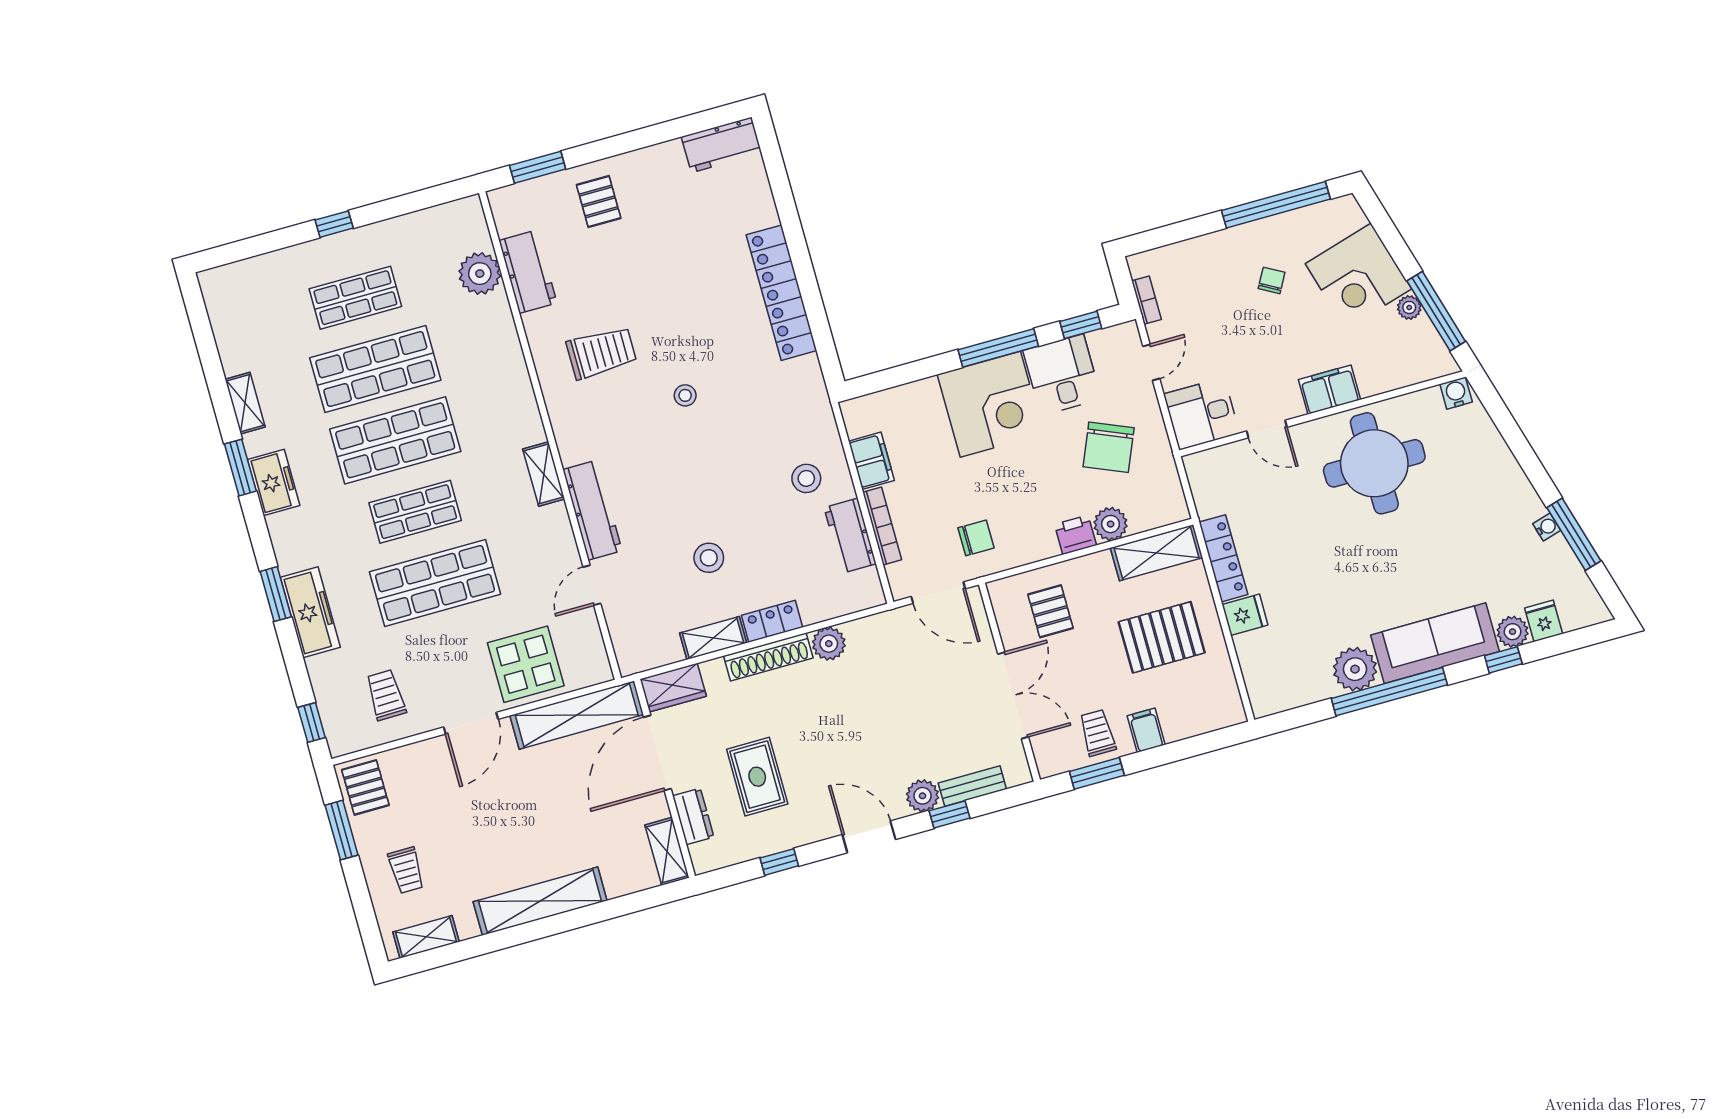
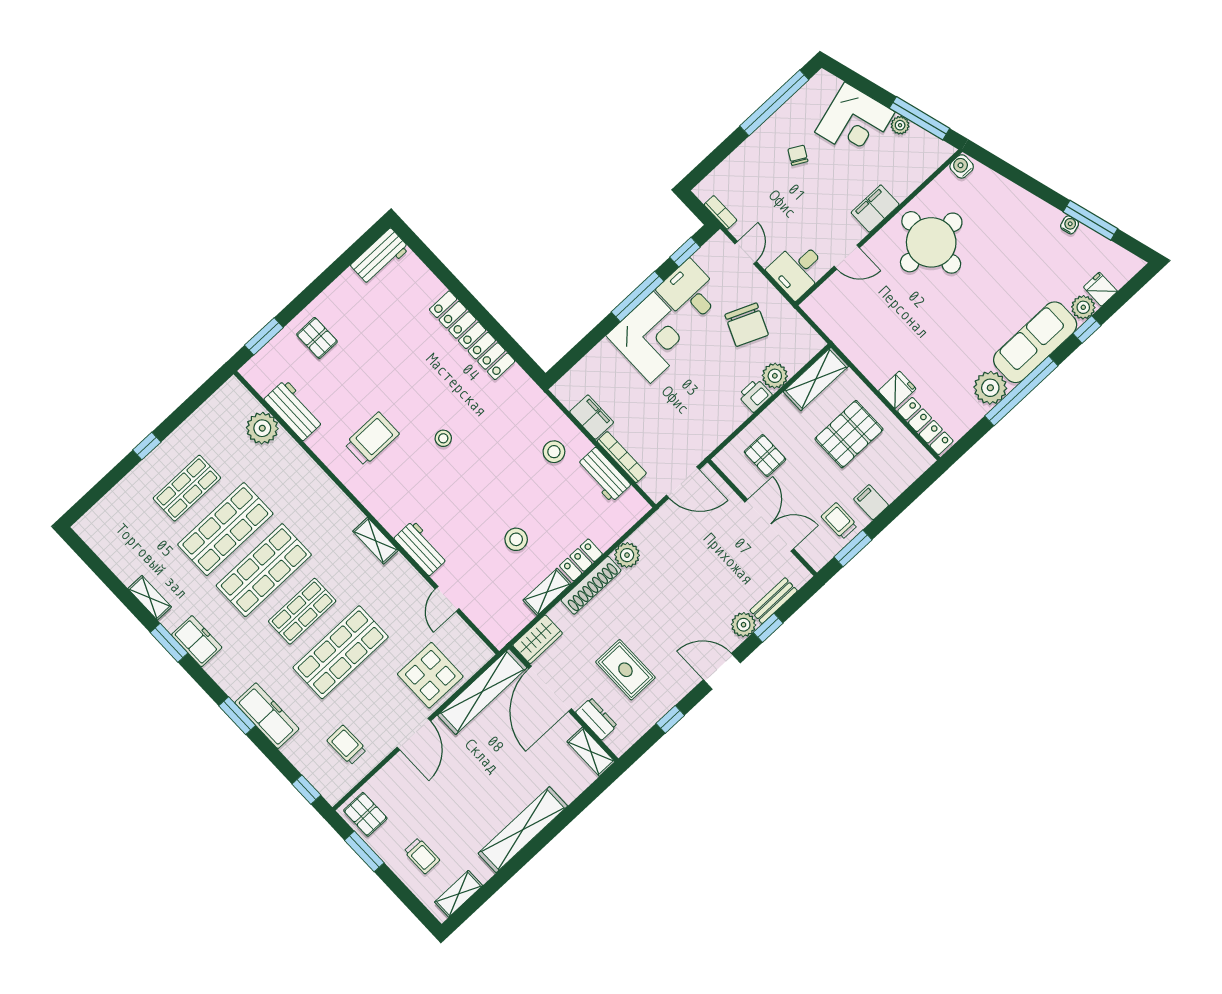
workbench: (592, 510) -> (421, 548), width x0.73
chair: (976, 538) -> (689, 432), removed
locker: (1223, 558) -> (925, 426), moved

